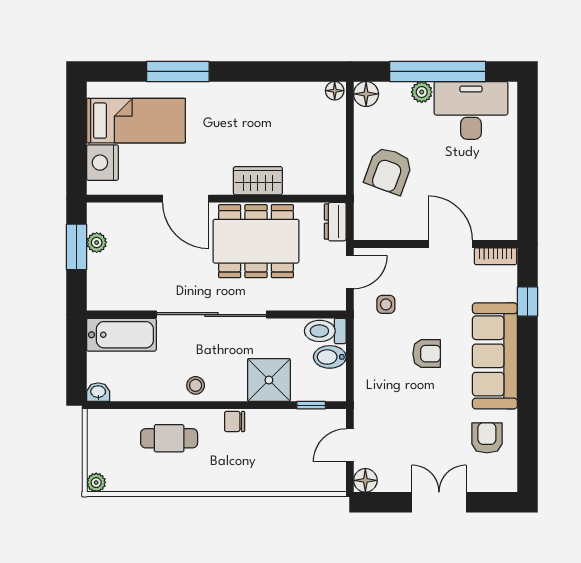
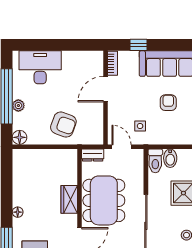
floor lamp: (335, 91) -> (18, 212), moved
desk: (471, 110) -> (40, 67), moved, turned 90

